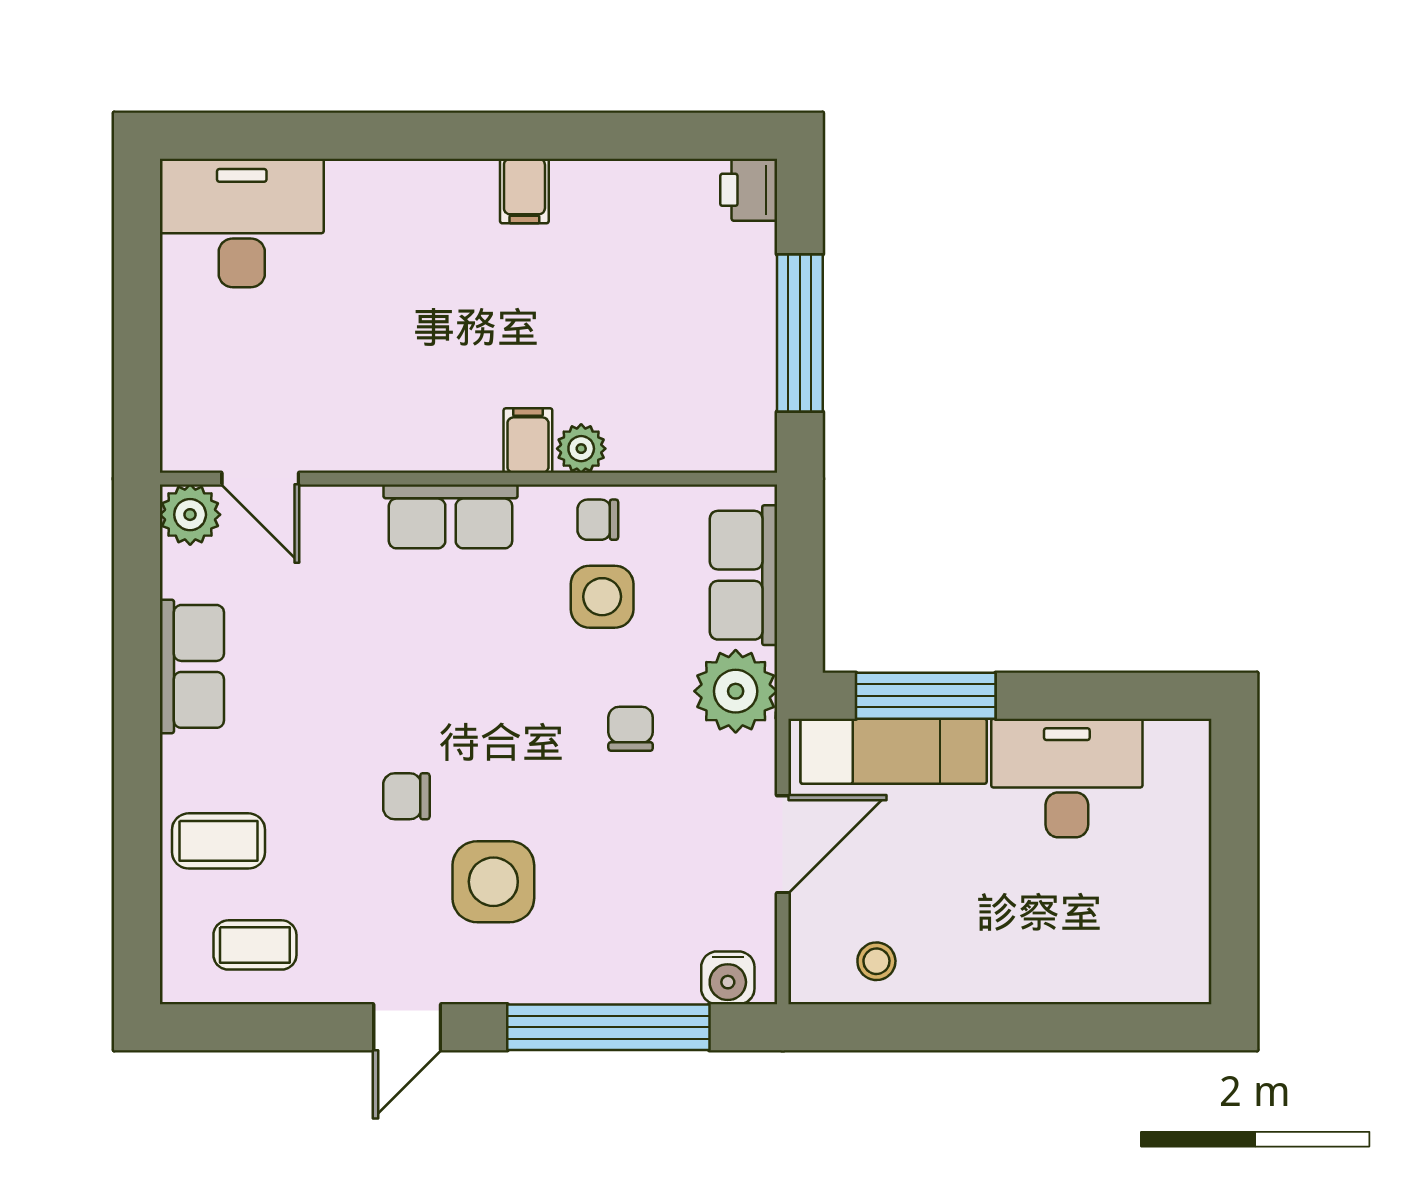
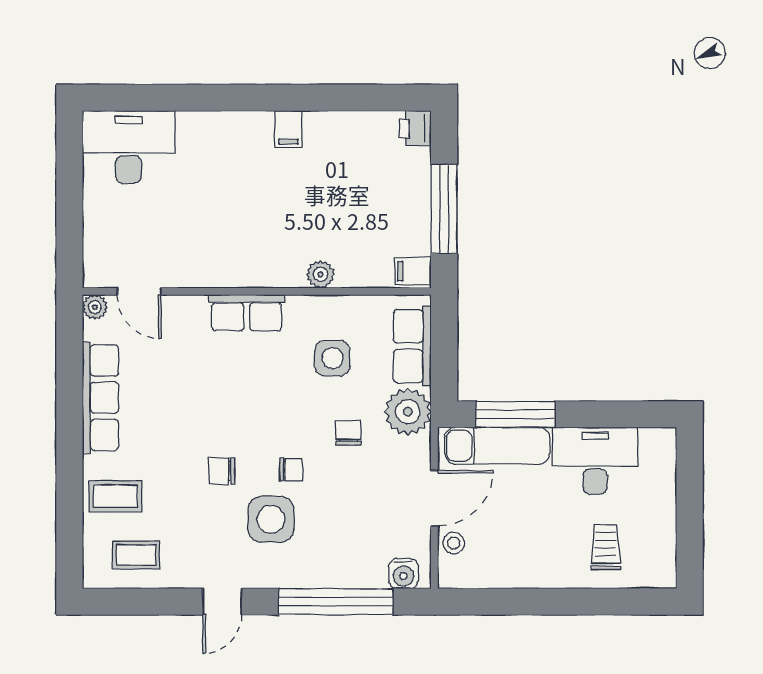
filing cabinet: (528, 441) -> (413, 271), moved, turned -90
plant: (190, 515) -> (95, 307), width x0.73, depth x0.73
chair: (598, 520) -> (291, 469), moved, turned 180
row of seats: (192, 666) -> (100, 398), width x1.48
trolley: (1086, 931) -> (606, 547), added
stool: (876, 961) -> (454, 543), moved

